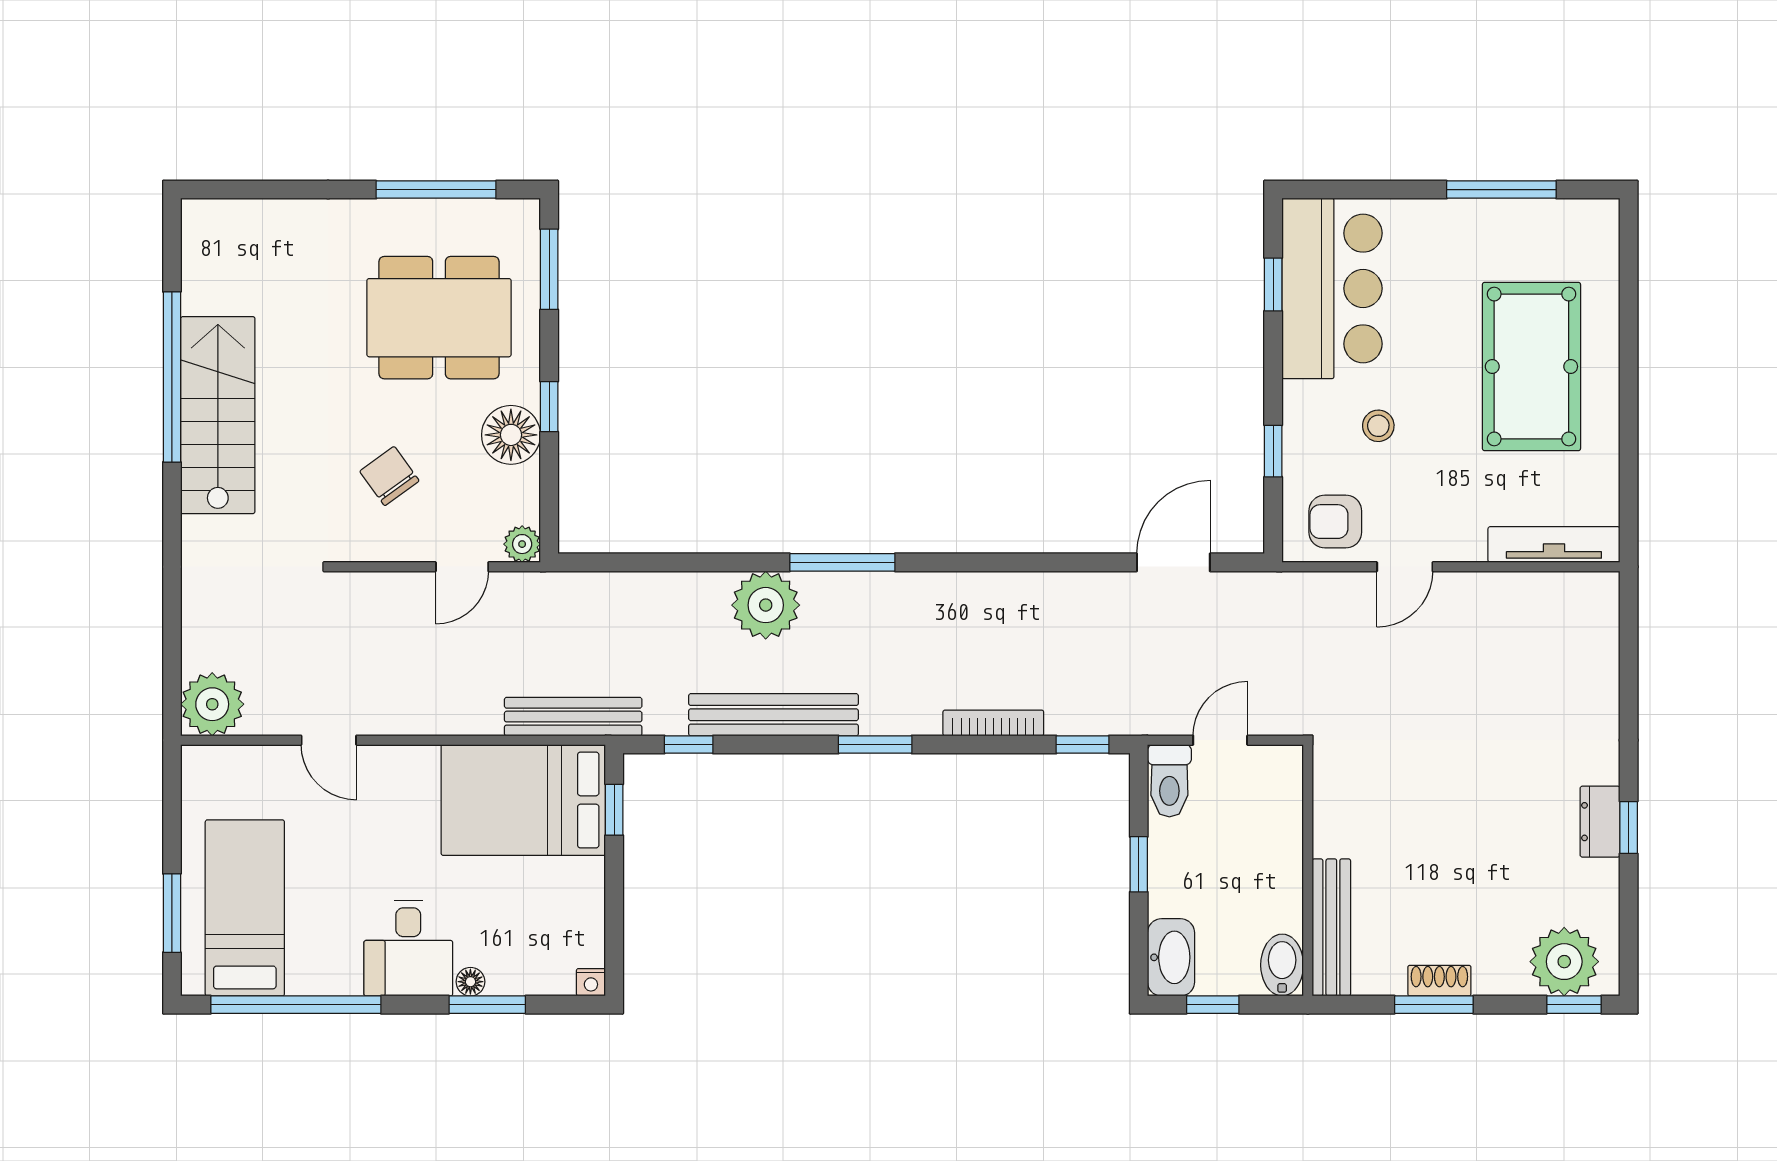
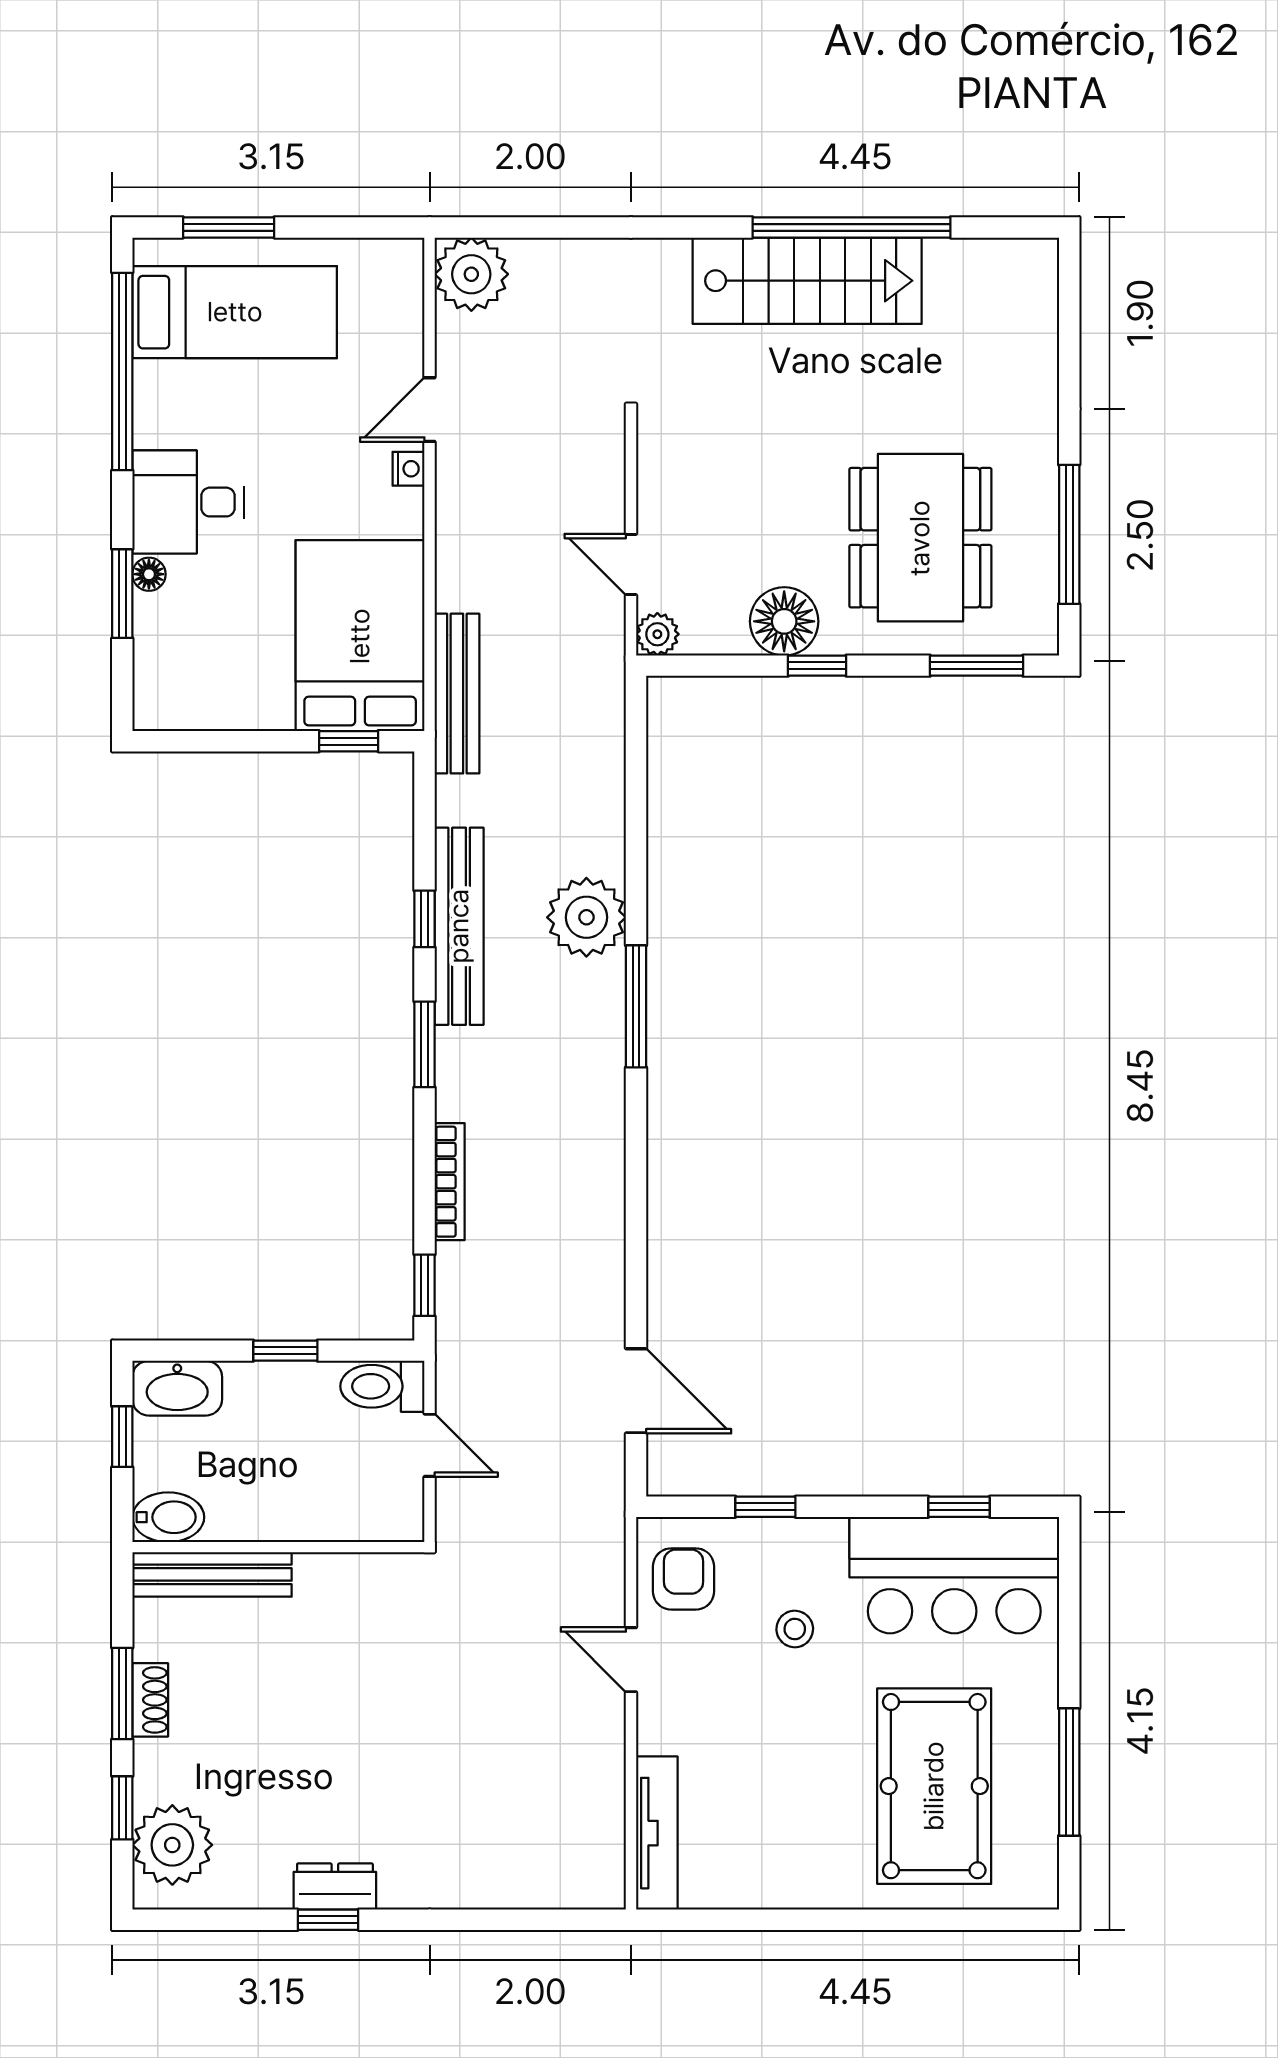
pool table: (1531, 366) -> (934, 1786), moved, turned 90
chair: (389, 476) -> (736, 480), removed
window: (689, 745) -> (424, 919), moved
nightstand: (591, 982) -> (409, 469), moved, turned 180
window: (1574, 1005) -> (122, 1808), moved

